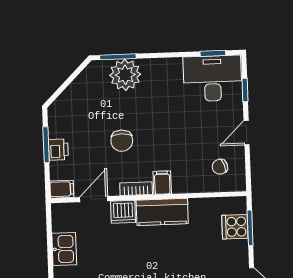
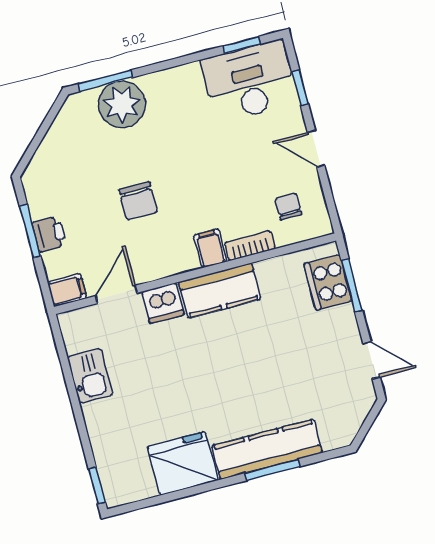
door: (247, 133) -> (316, 149), hinge flipped
chair: (220, 167) -> (288, 207), turned 110
bookcase: (136, 189) -> (250, 246), moved
cooker: (235, 227) -> (328, 282), width x1.36

